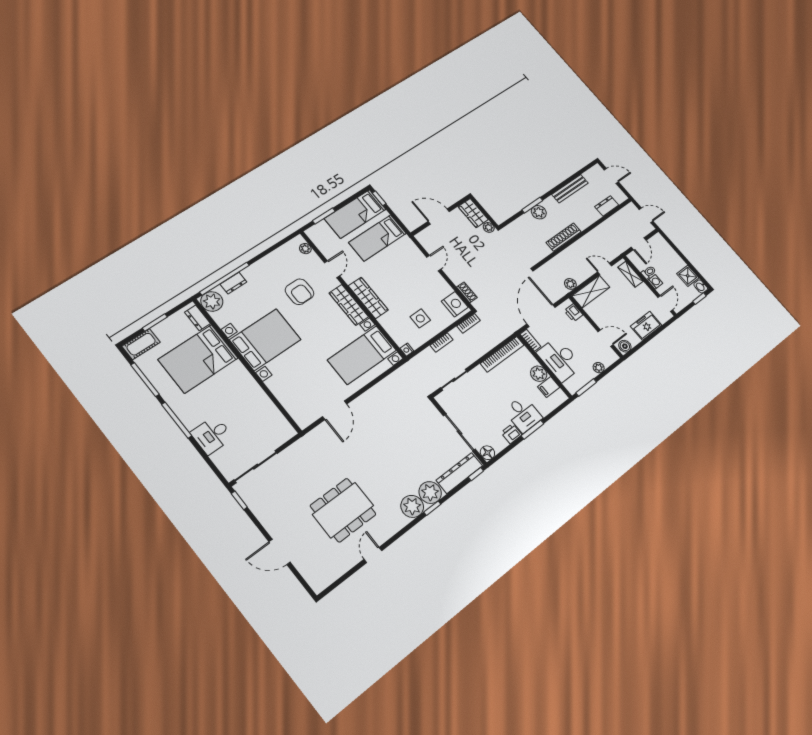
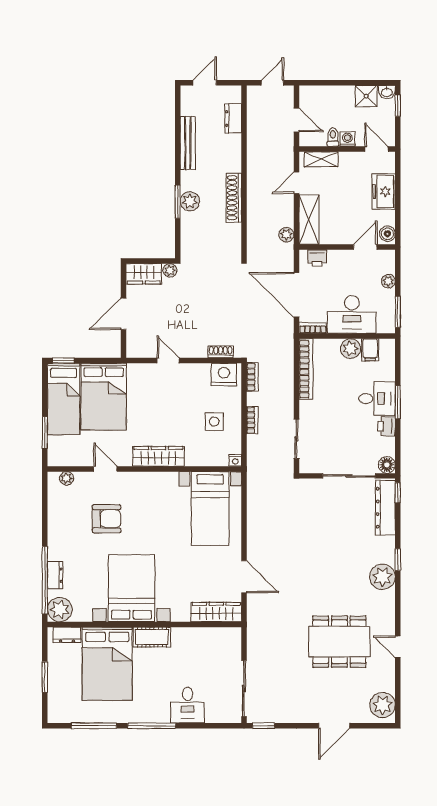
bed: (377, 238) -> (104, 397), width x1.50
wardrobe: (349, 305) -> (216, 612), moved, turned 180
cot: (141, 344) -> (152, 637), moved, turned 90
plant: (430, 492) -> (382, 705), moved
dining table: (343, 510) -> (339, 642), turned 90

